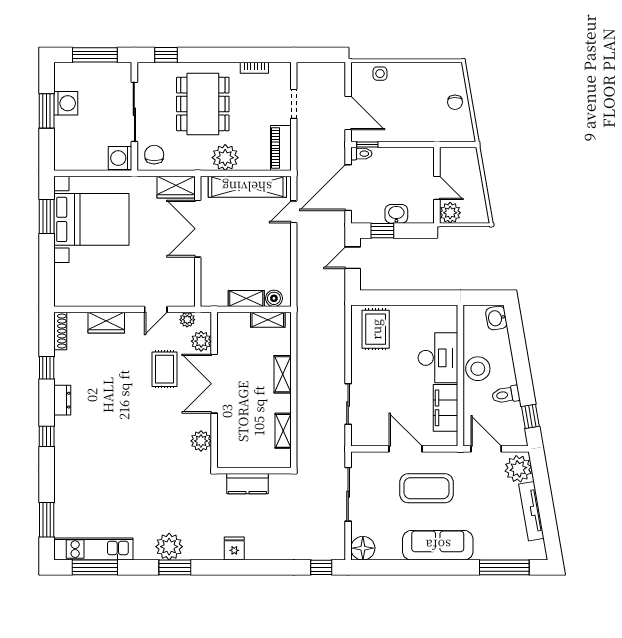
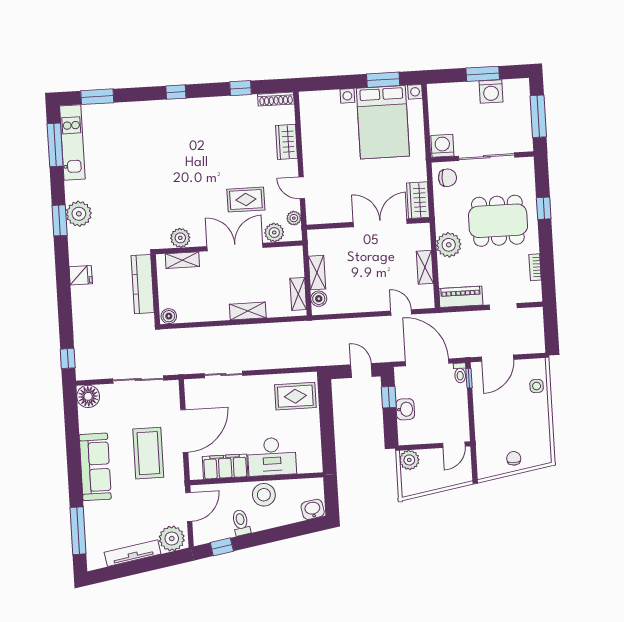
window: (166, 55) -> (544, 208), moved
chair: (455, 102) -> (514, 458), turned 90
shelving: (247, 187) -> (425, 267), width x0.45, depth x0.75
door: (437, 188) -> (454, 445), moved
dresser: (62, 400) -> (211, 105), removed
shelving: (283, 431) -> (182, 260), moved
door: (405, 449) -> (184, 431), width x1.36
boiler: (283, 458) -> (169, 316), added
kitchen counter: (247, 484) -> (143, 284), width x1.50

